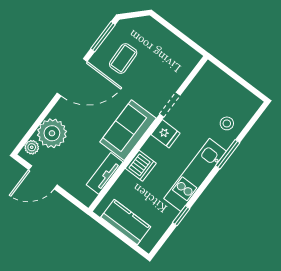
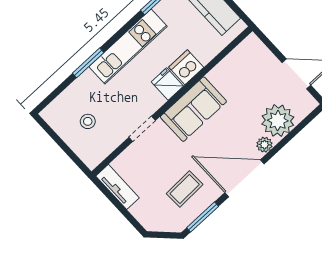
stool: (227, 123) -> (88, 121), moved
fridge: (166, 134) -> (167, 84), moved
plant: (32, 147) -> (264, 145), moved
tv unit: (105, 173) -> (118, 187), moved, turned -90

